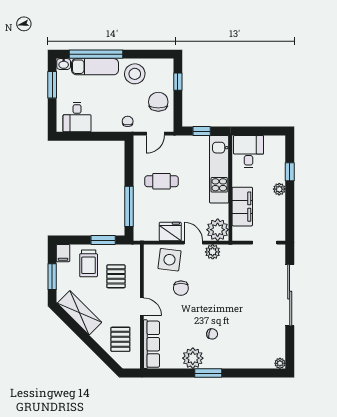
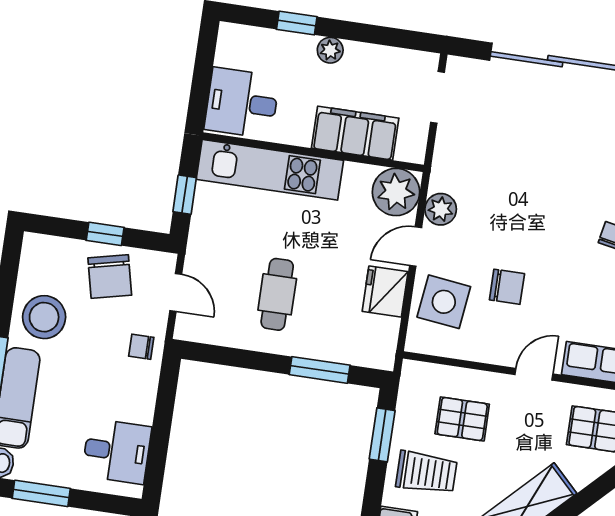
window: (178, 82) -> (105, 234), moved
chair: (158, 102) -> (110, 277), turned -103
window: (129, 206) -> (320, 370), width x0.69

